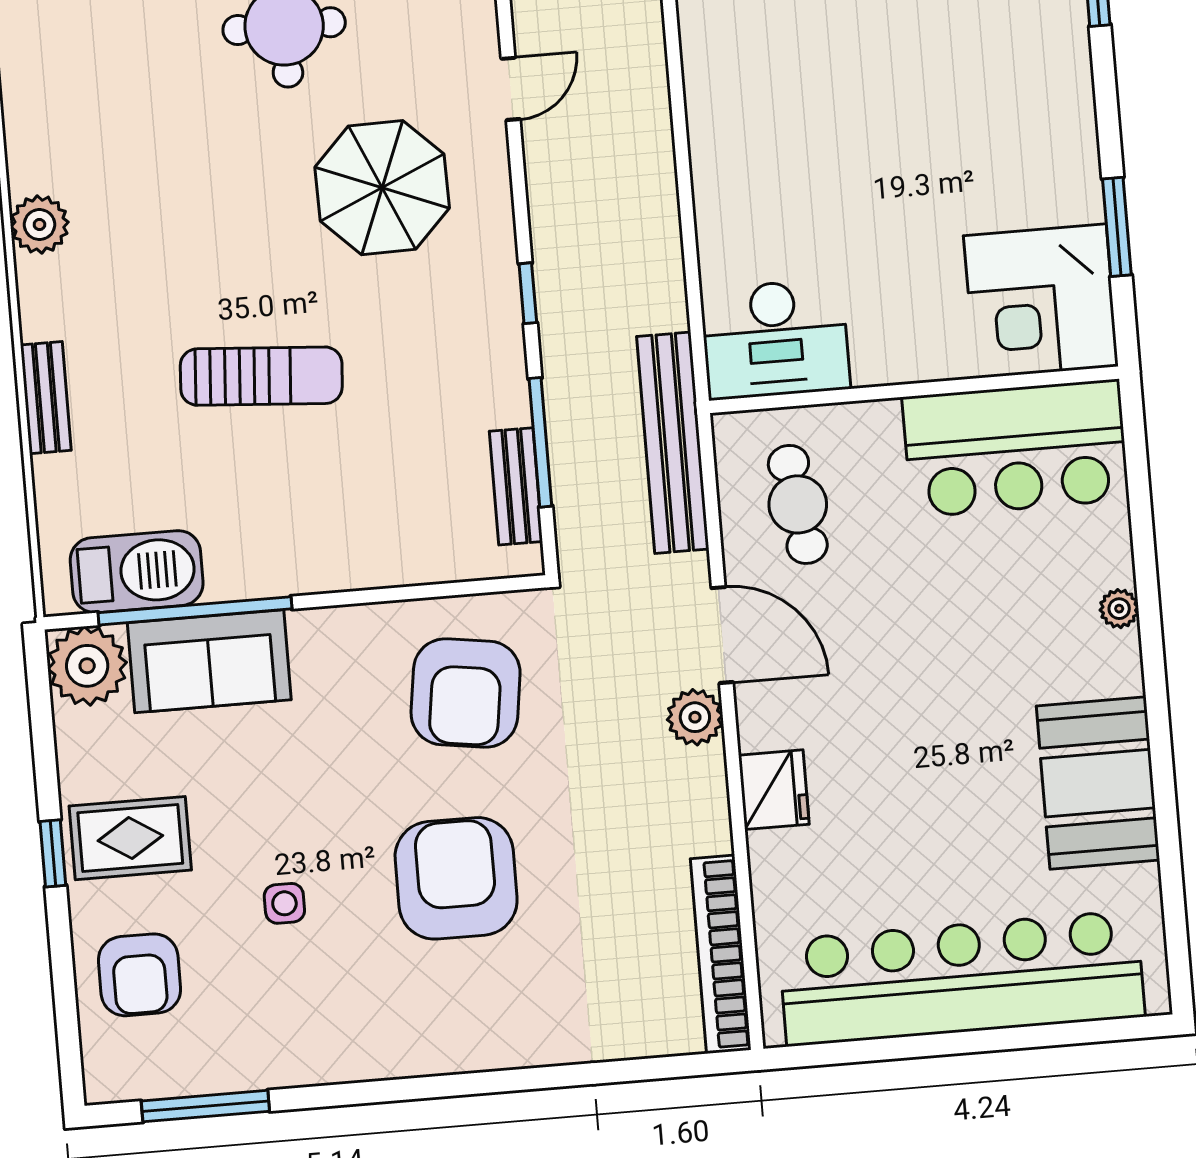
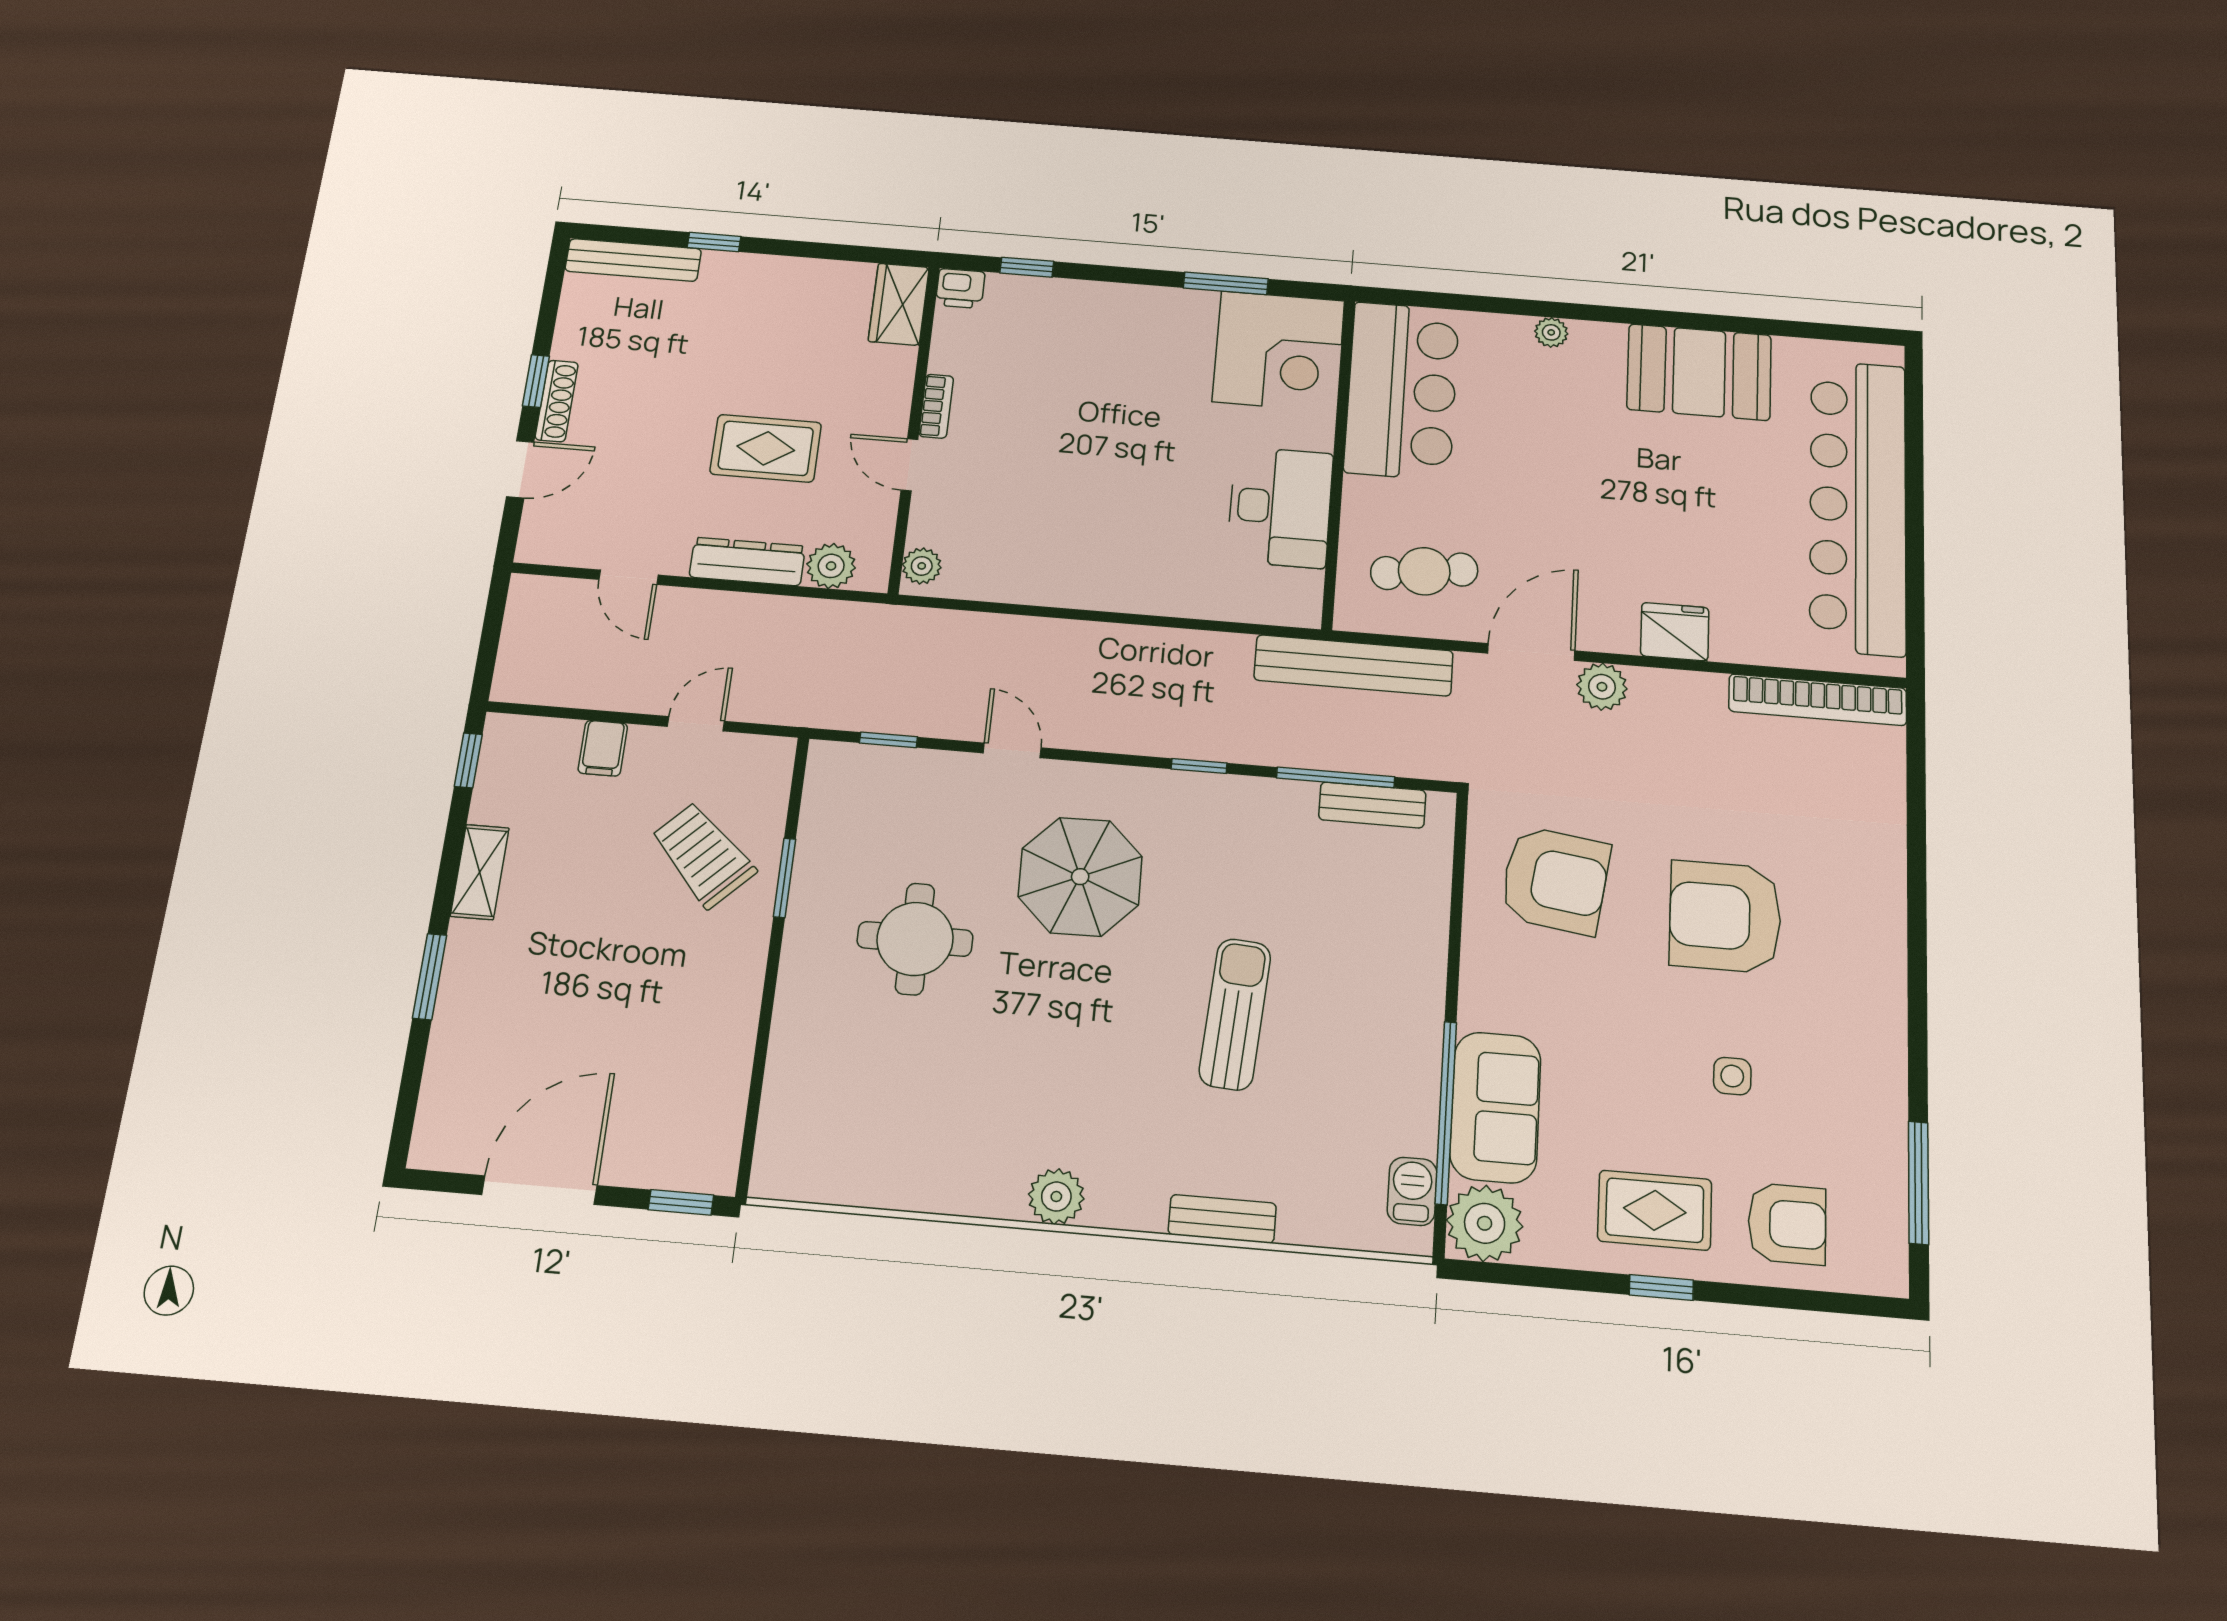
desk: (775, 339) -> (1280, 507), moved
barbecue: (137, 572) -> (1412, 1191), width x0.53, depth x0.65
rug: (130, 838) -> (1655, 1210), turned 90

